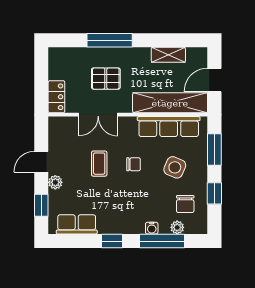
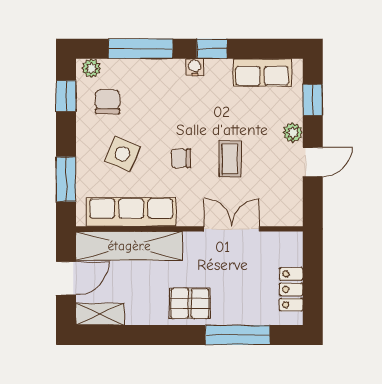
window: (110, 40) -> (238, 335), moved
shelving: (168, 55) -> (100, 314), moved
pallet: (106, 79) -> (190, 303), moved
locker: (56, 97) -> (291, 289), moved
window: (214, 193) -> (66, 96), moved
plant: (177, 227) -> (91, 68), moved
water cooler: (152, 228) -> (195, 67), moved

